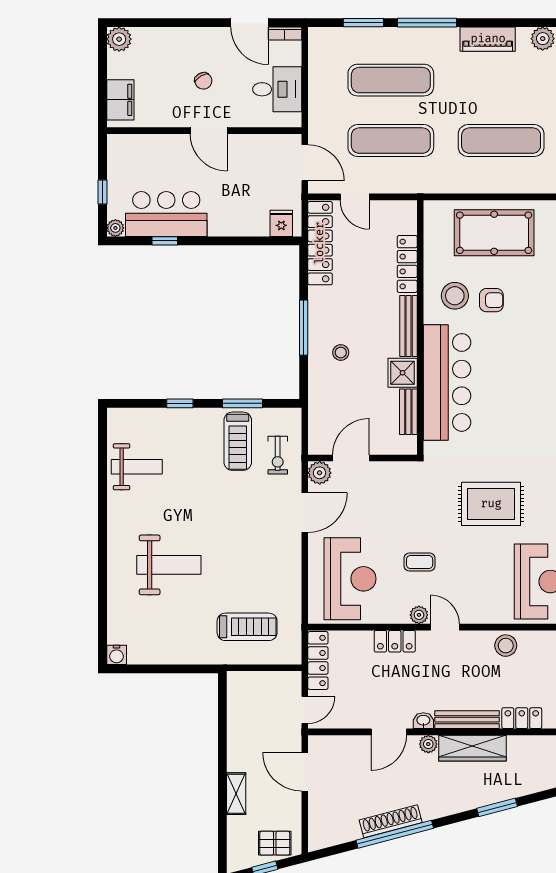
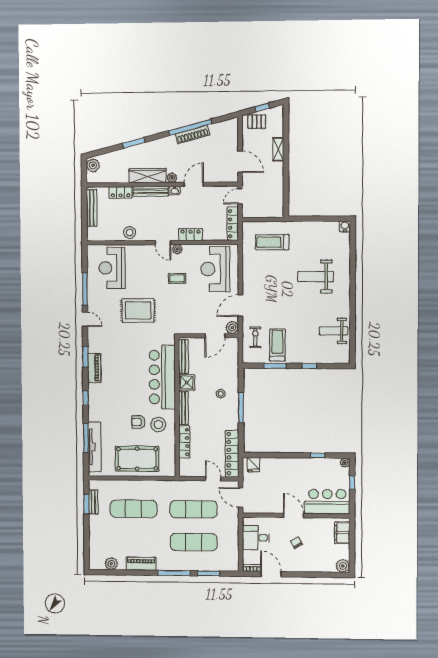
bar counter: (166, 214) -> (327, 502), moved, turned 180
bench: (408, 412) -> (183, 357), width x1.36

